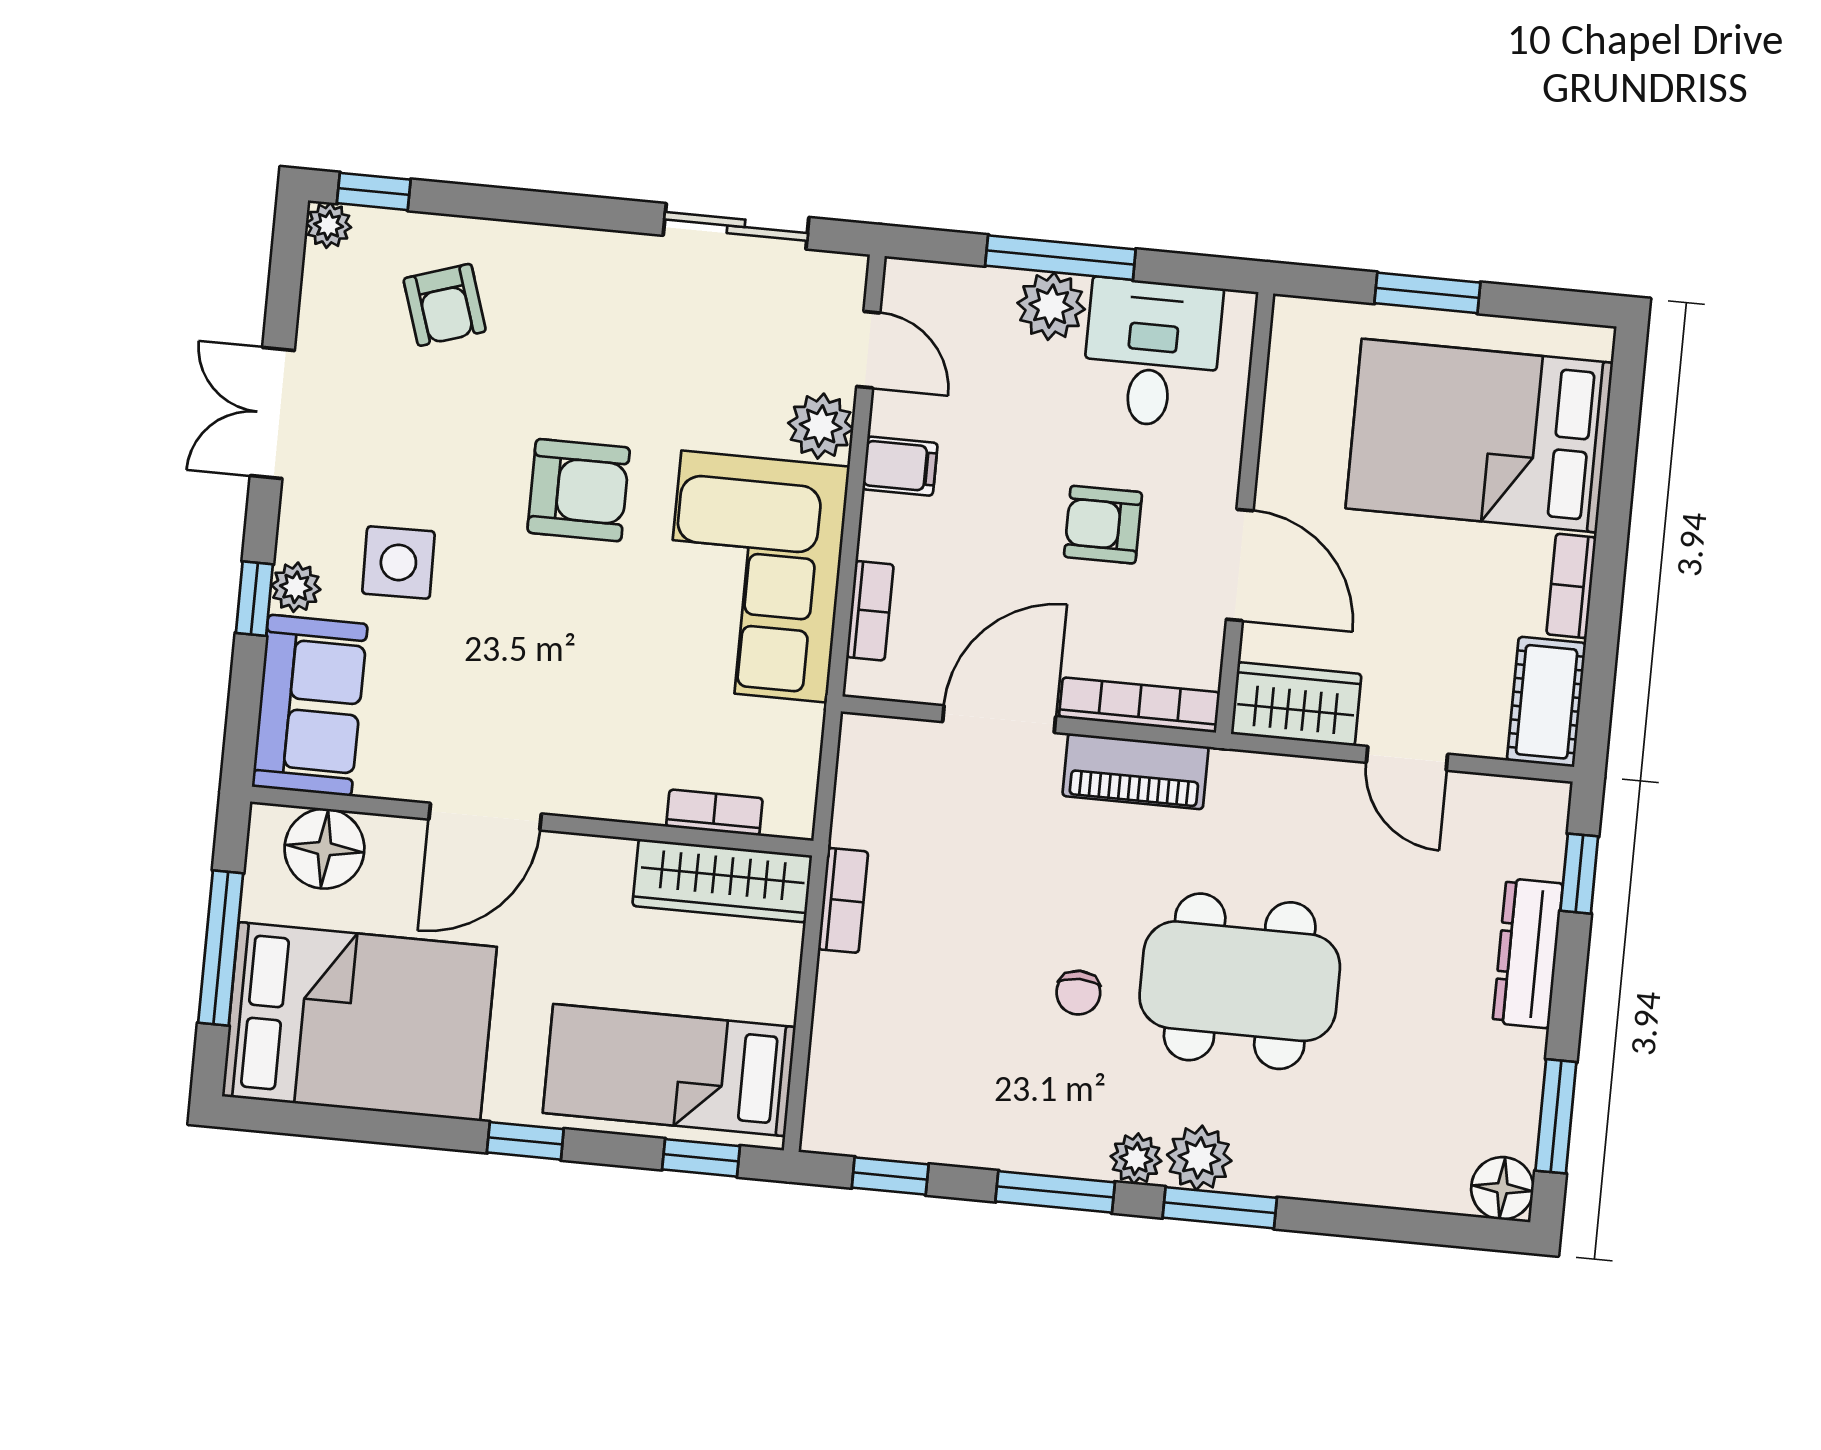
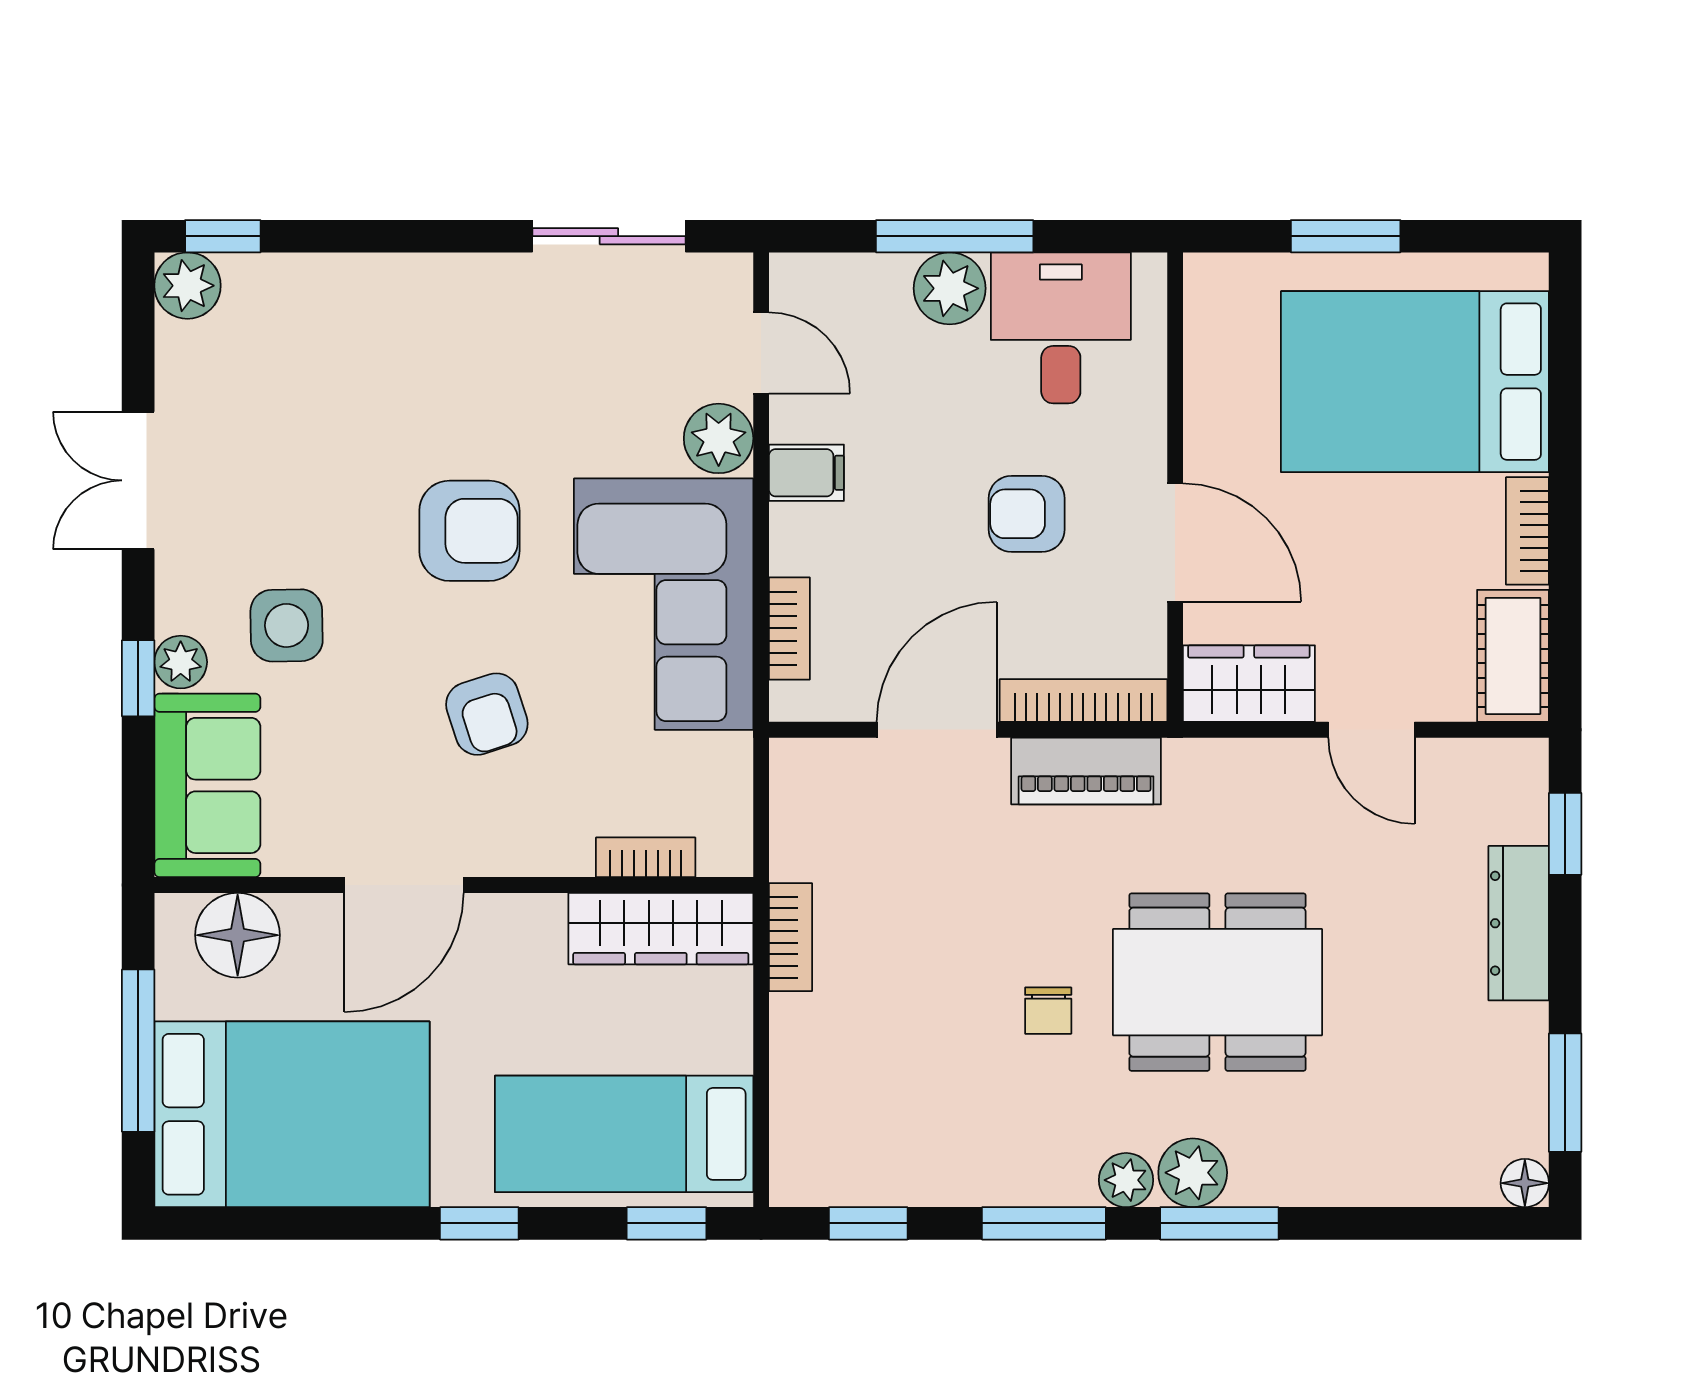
plant: (329, 225) -> (187, 286), width x1.38, depth x1.38
armchair: (445, 305) -> (487, 714), moved
floor lamp: (1502, 1188) -> (1525, 1183), width x0.73, depth x0.73

